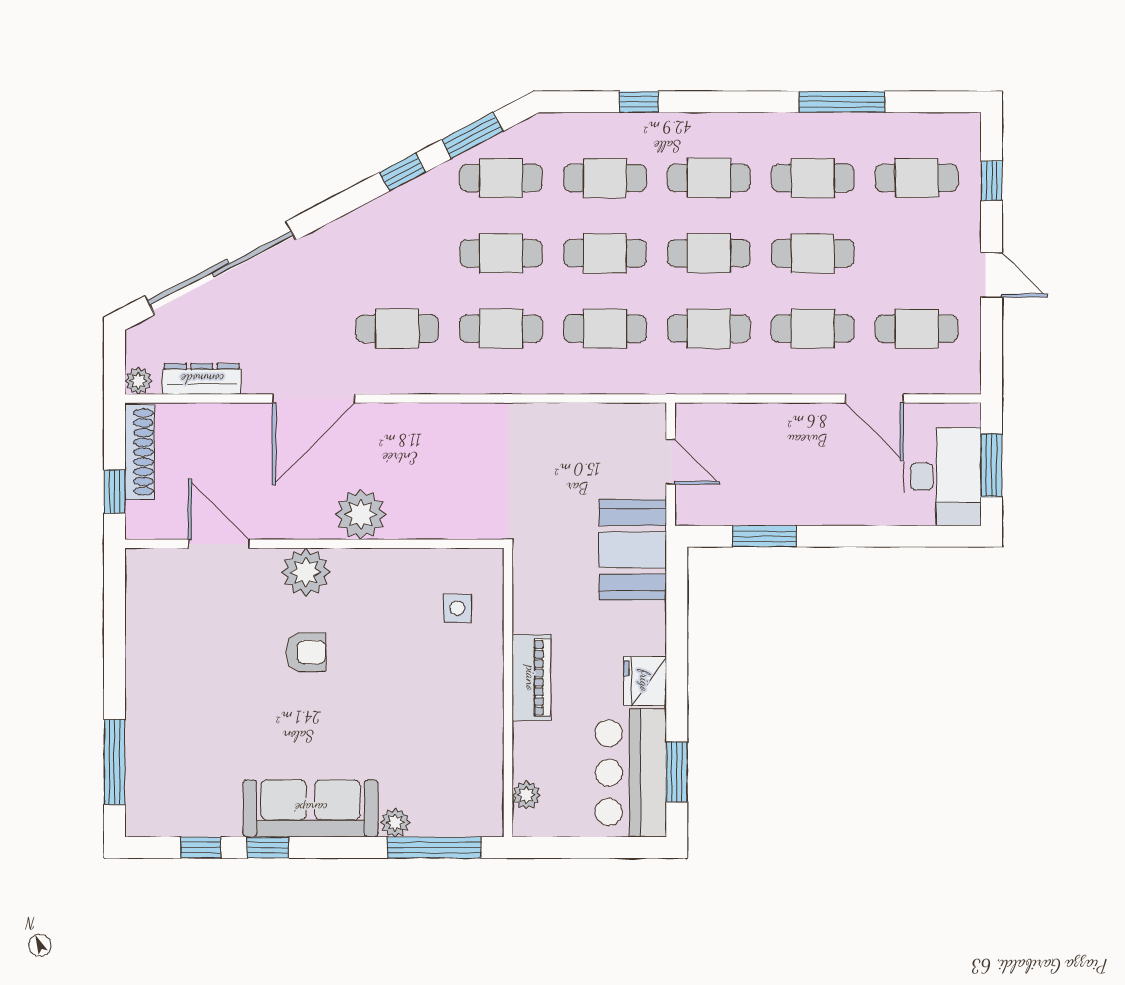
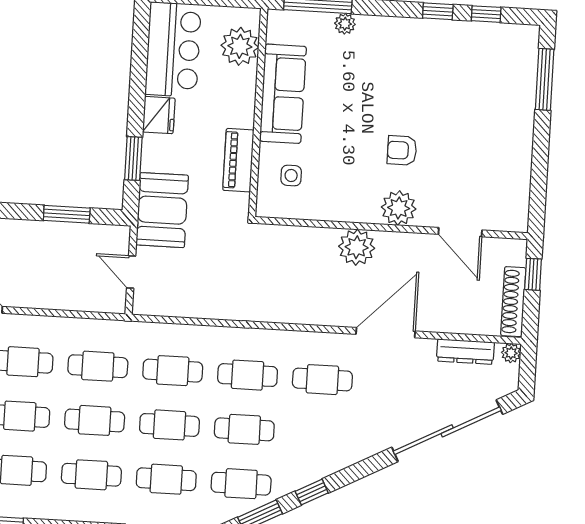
piano: (531, 678) -> (238, 160), moved
window: (677, 772) -> (133, 158), moved
plant: (526, 795) -> (240, 46), width x1.88, depth x1.88
sofa: (311, 808) -> (283, 94), moved, turned -90

